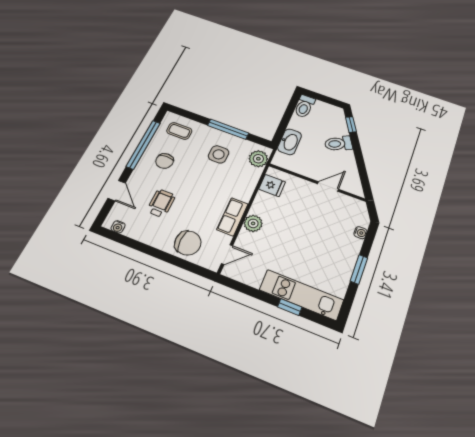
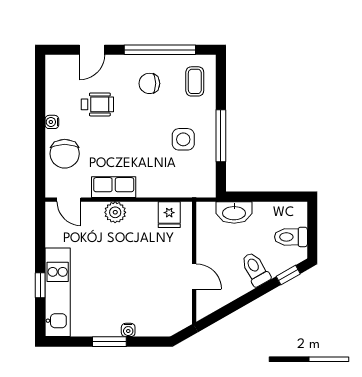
toilet: (304, 106) -> (291, 237), moved
plant: (258, 159) -> (197, 186), removed
water cooler: (118, 227) -> (52, 122), moved
water cooler: (360, 233) -> (128, 330), moved

